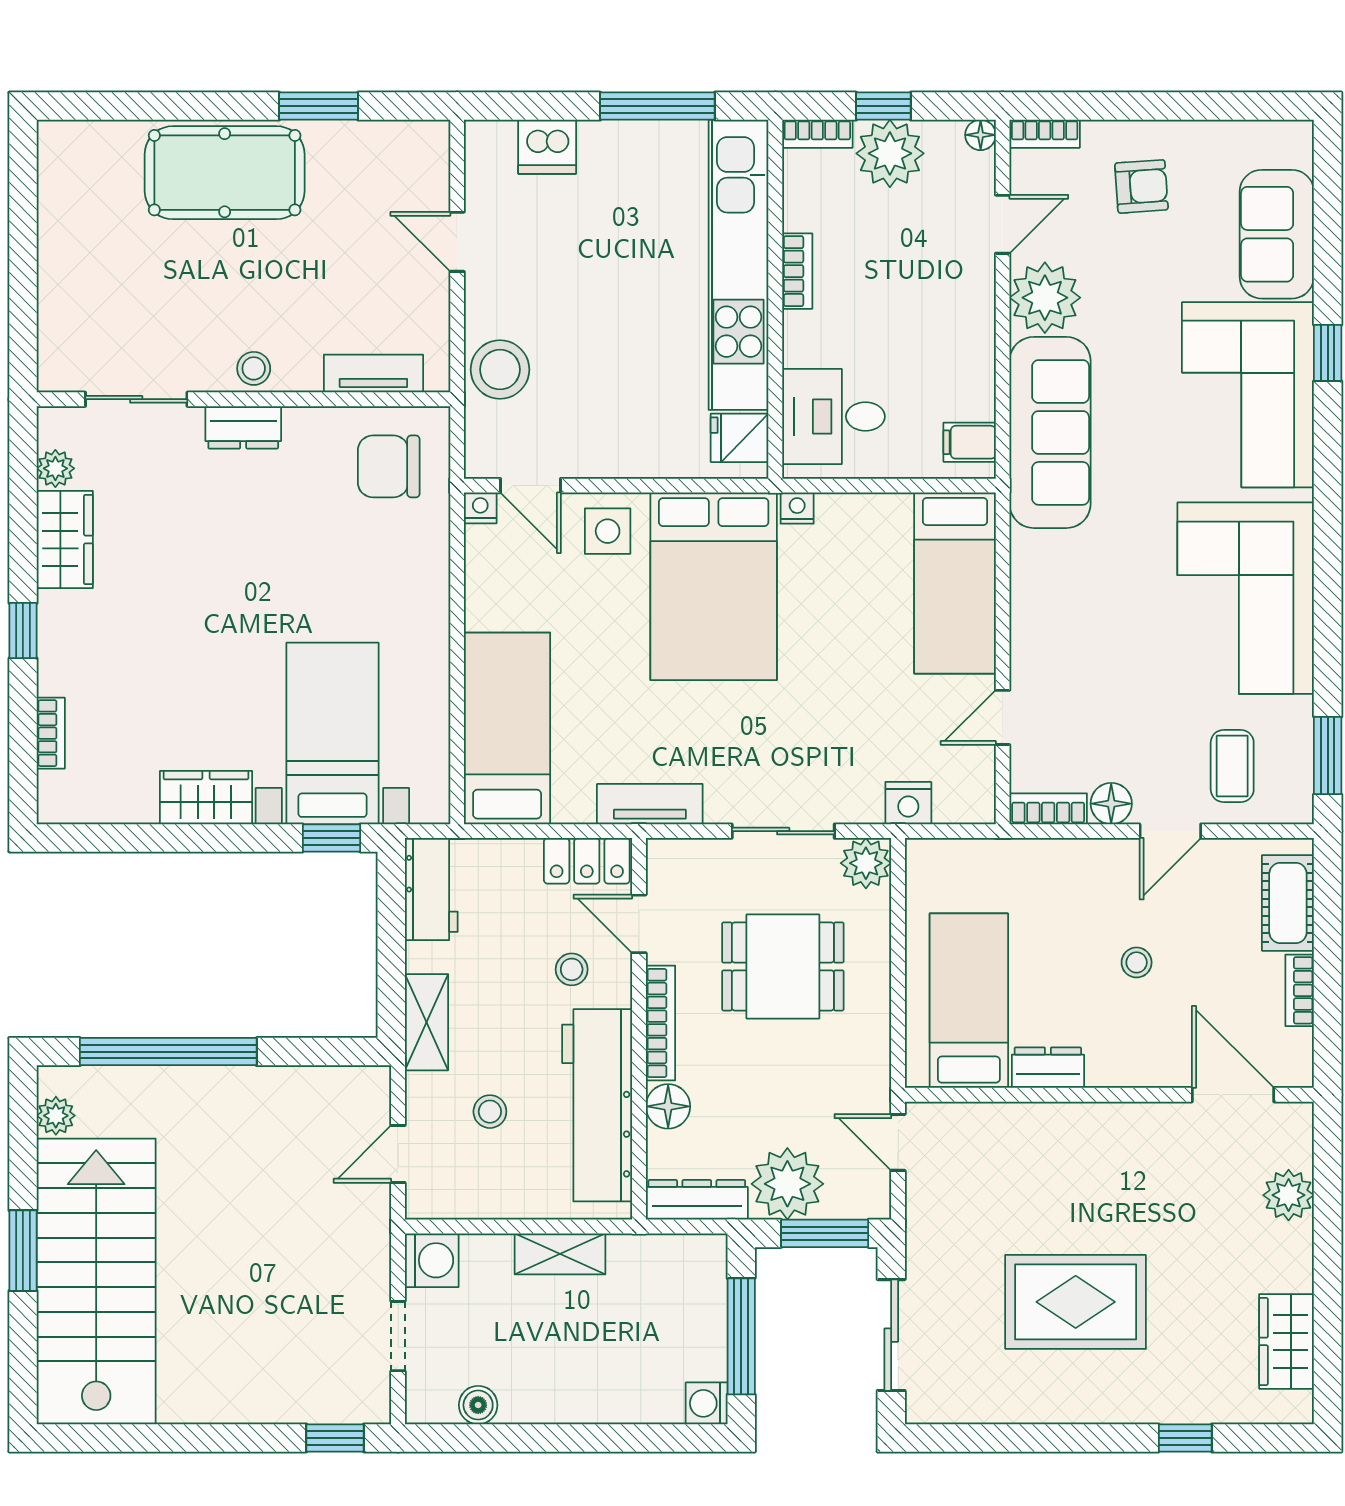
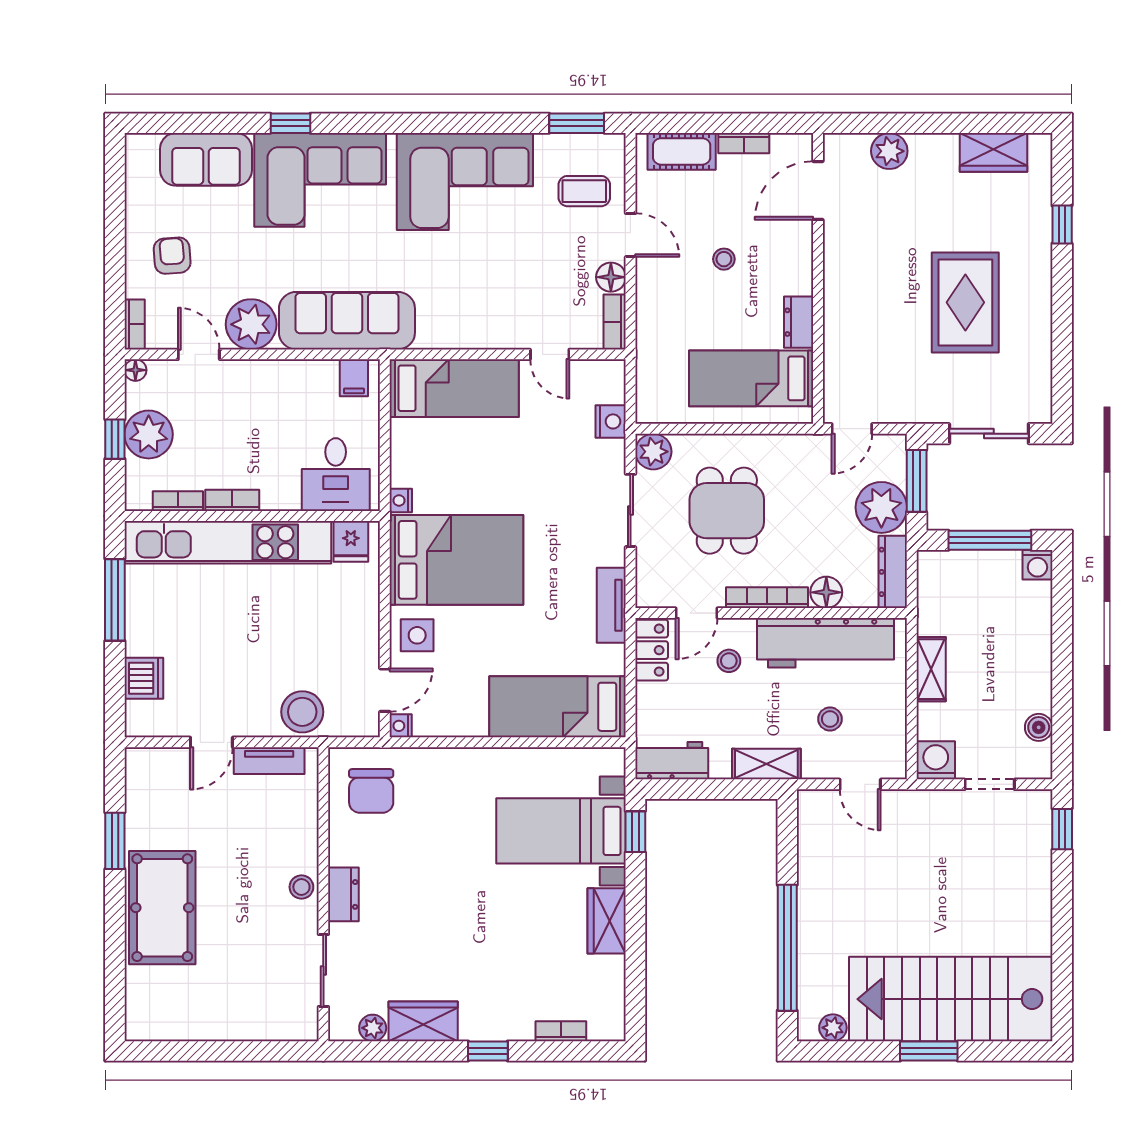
bookcase: (817, 134) -> (178, 501), moved, turned -90
tv unit: (373, 373) -> (269, 761), moved, turned -90

